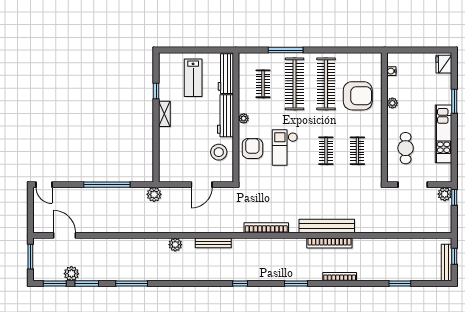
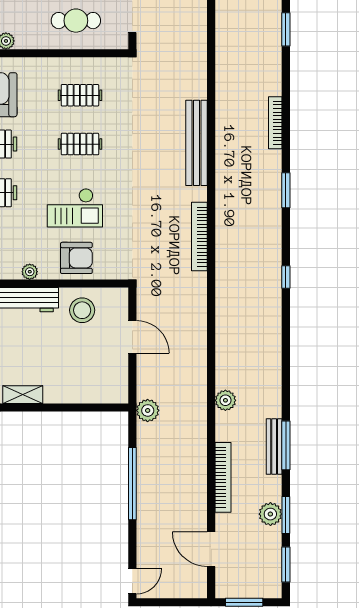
armchair: (252, 148) -> (76, 258), turned 180
door: (65, 235) -> (211, 549), hinge flipped
bench: (213, 243) -> (274, 446), moved
bookcase: (329, 243) -> (223, 477), moved
plant: (175, 245) -> (225, 400), moved
plant: (71, 274) -> (270, 514), moved

